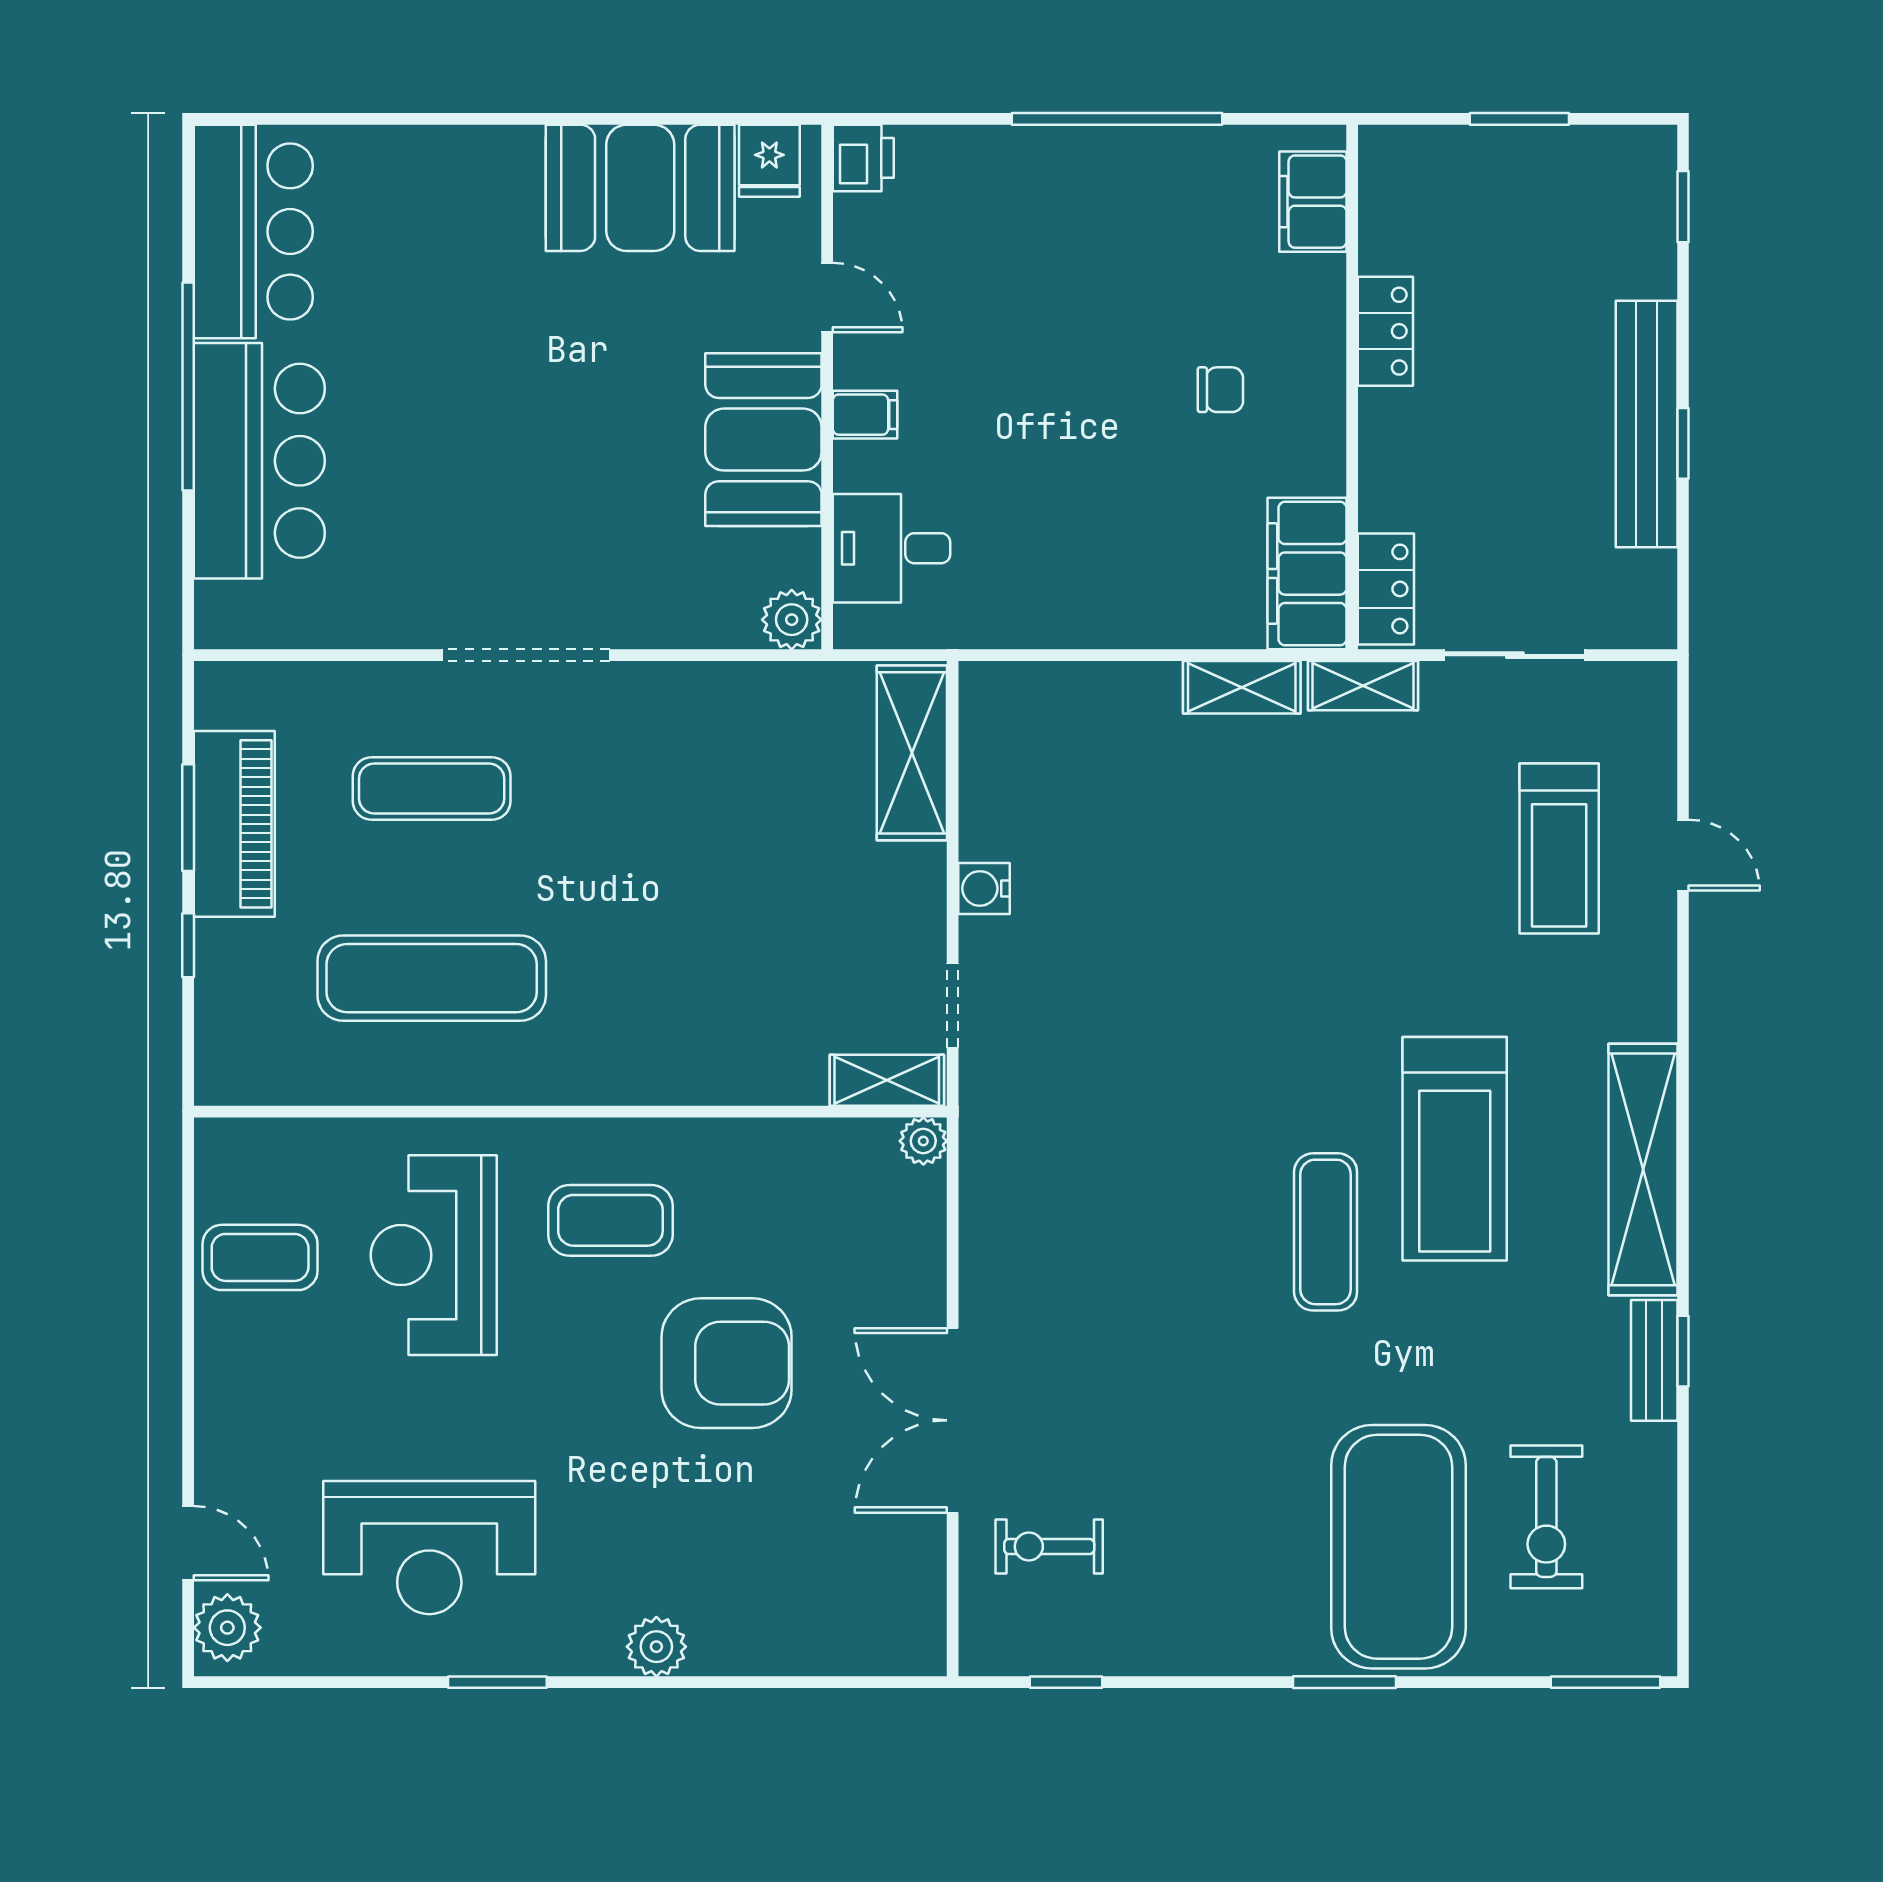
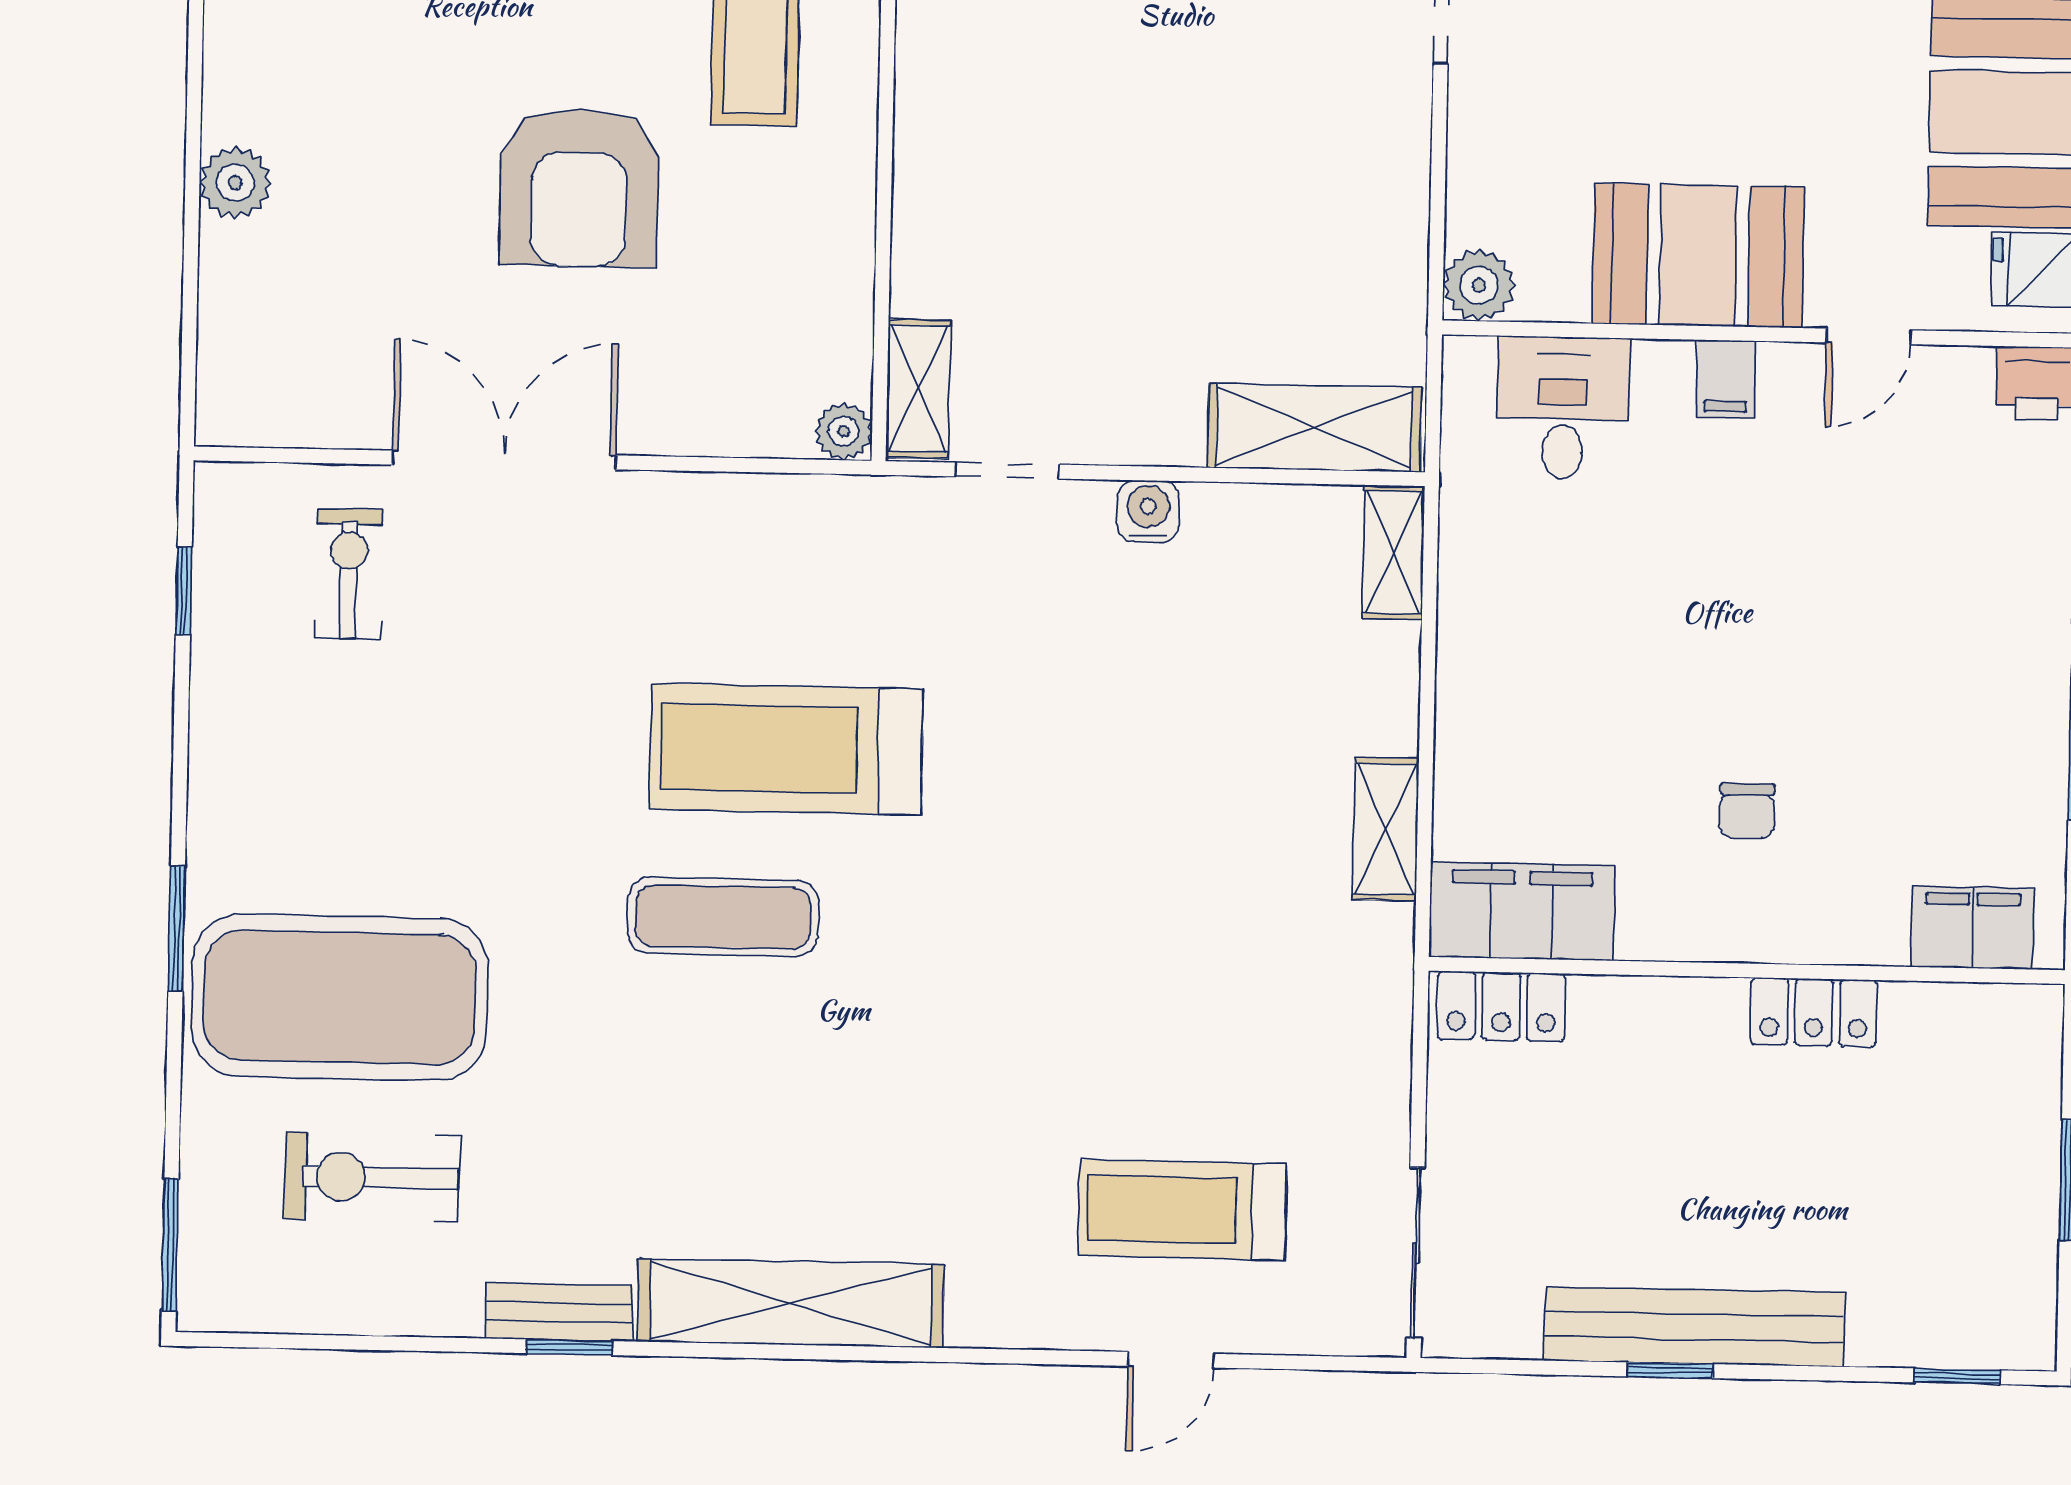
sliding door: (1515, 655) -> (1416, 1253), moved
shelving: (1363, 686) -> (1393, 552), moved
treadmill: (1455, 1149) -> (786, 749), moved
plant: (656, 1647) -> (235, 183), moved

